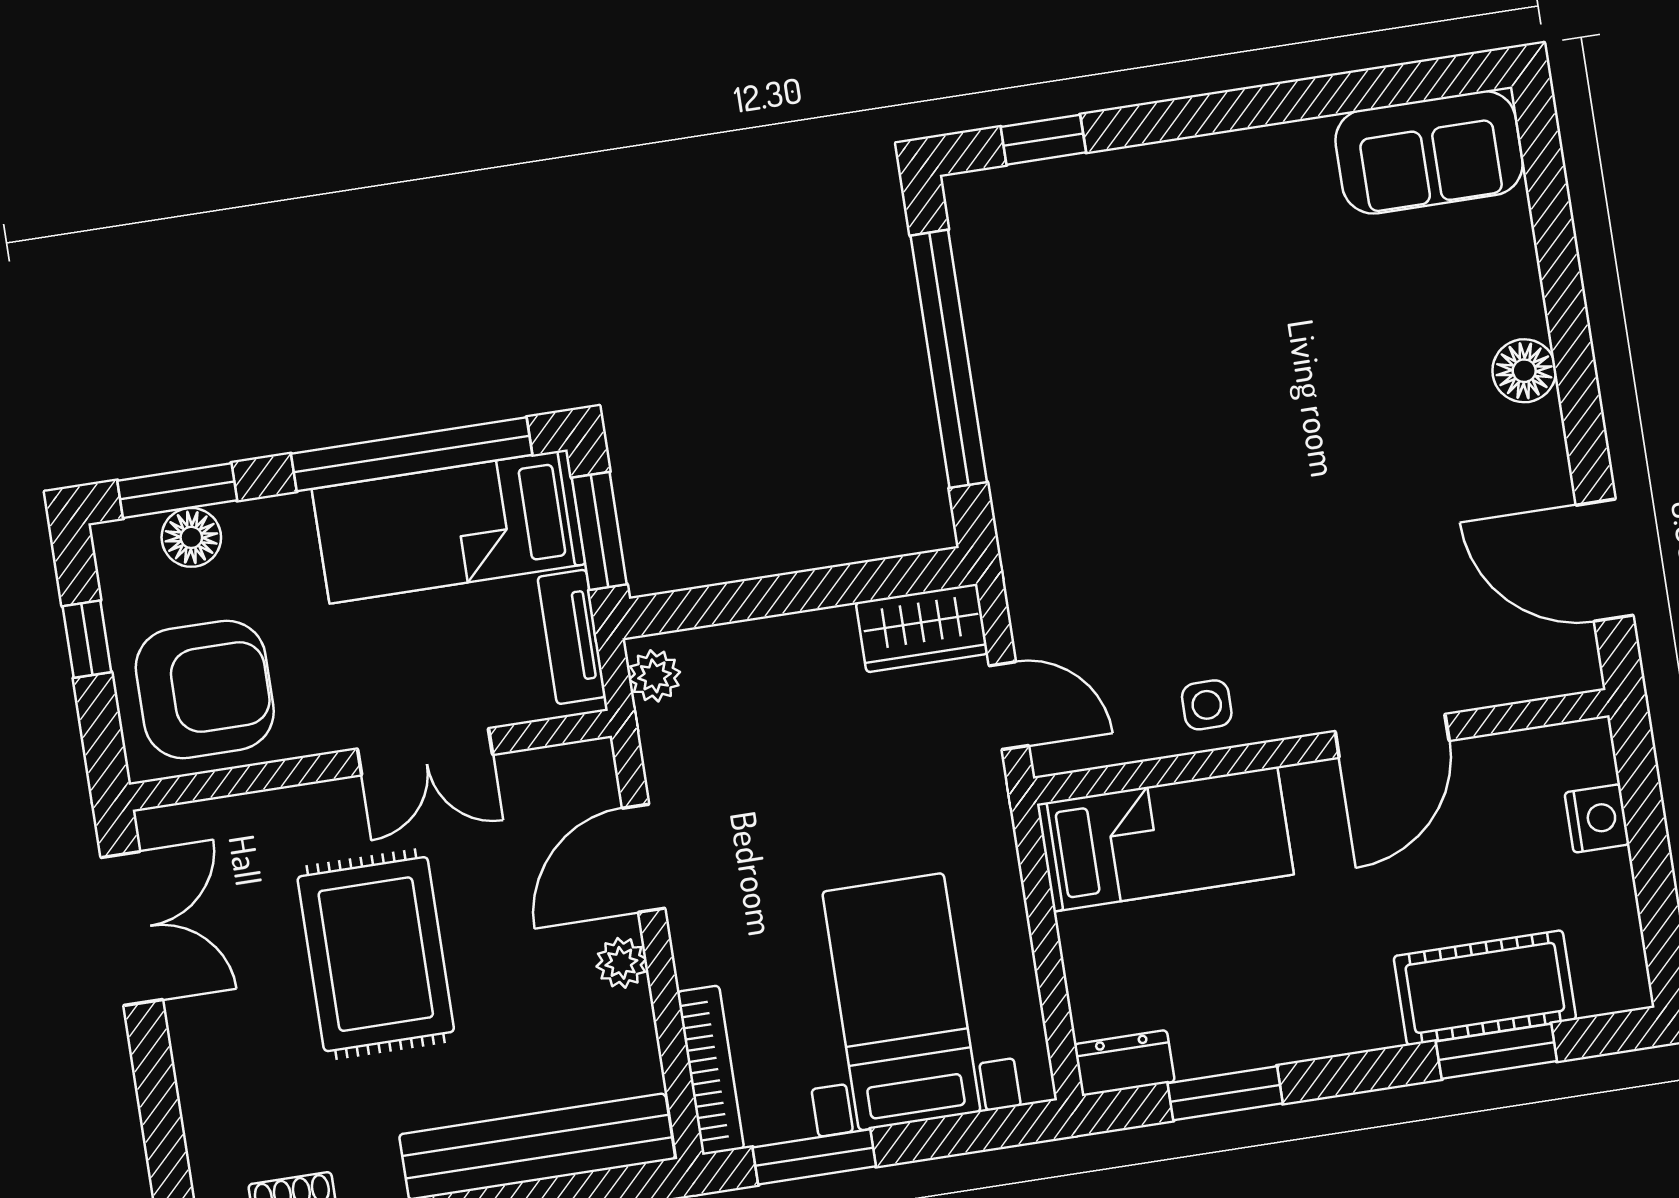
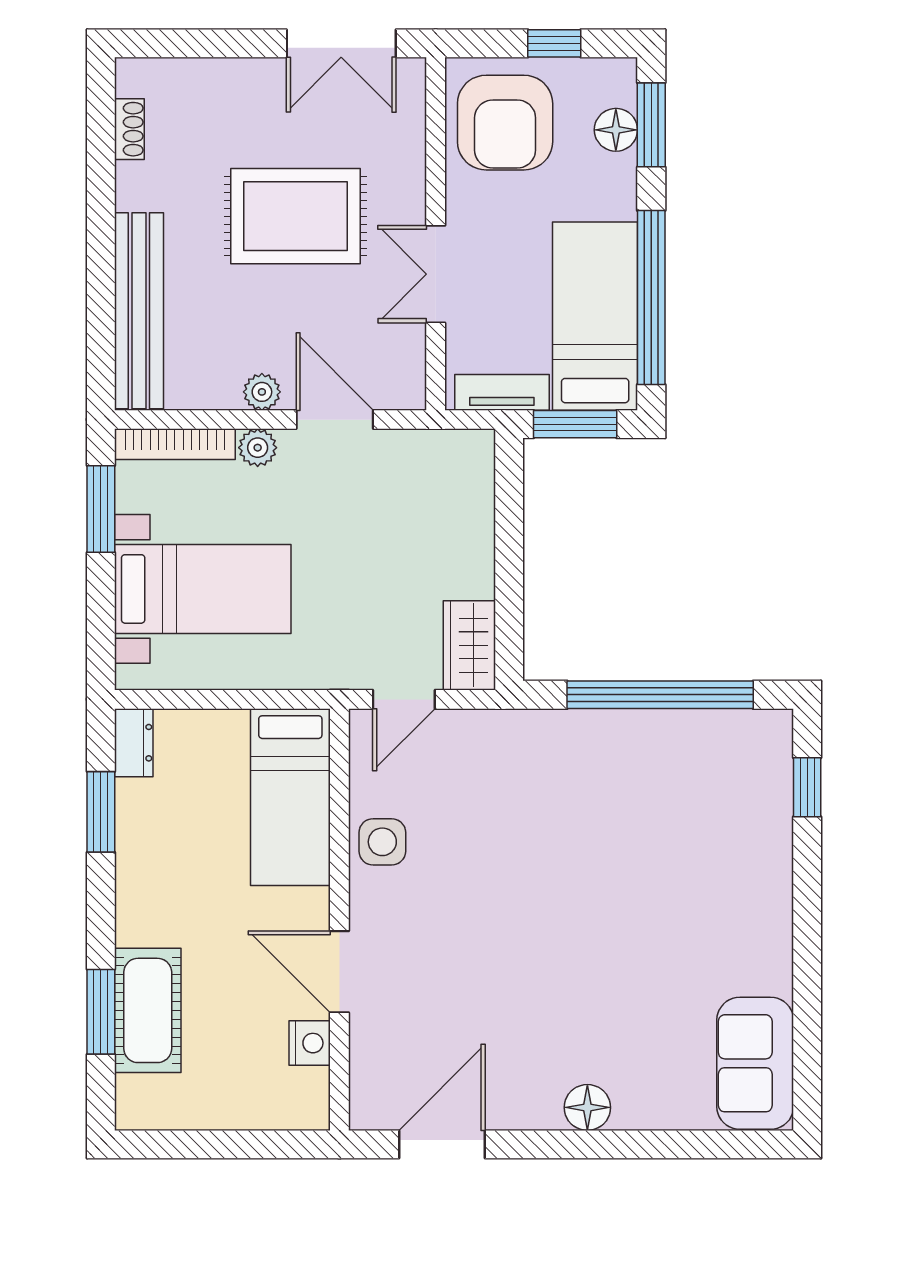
plant: (654, 676) -> (258, 448), moved
side table: (1207, 705) -> (382, 842), width x1.37, depth x1.37
nightstand: (1597, 818) -> (310, 1043), moved, turned -90

